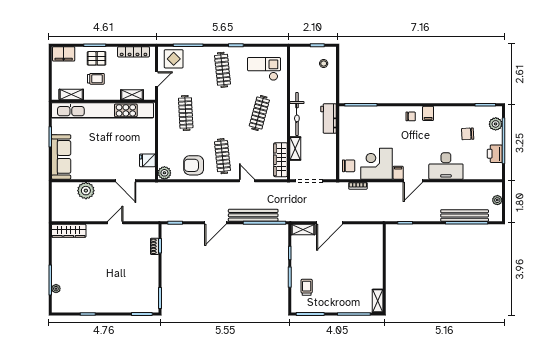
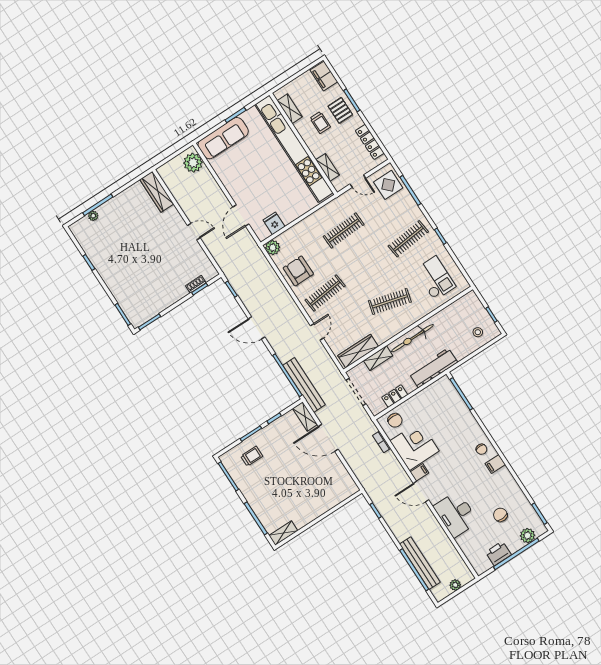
workbench: (329, 118) -> (433, 368), width x1.38
locker: (331, 154) -> (395, 396), added
plant: (86, 191) -> (193, 163), moved
bench: (253, 215) -> (304, 385), moved

